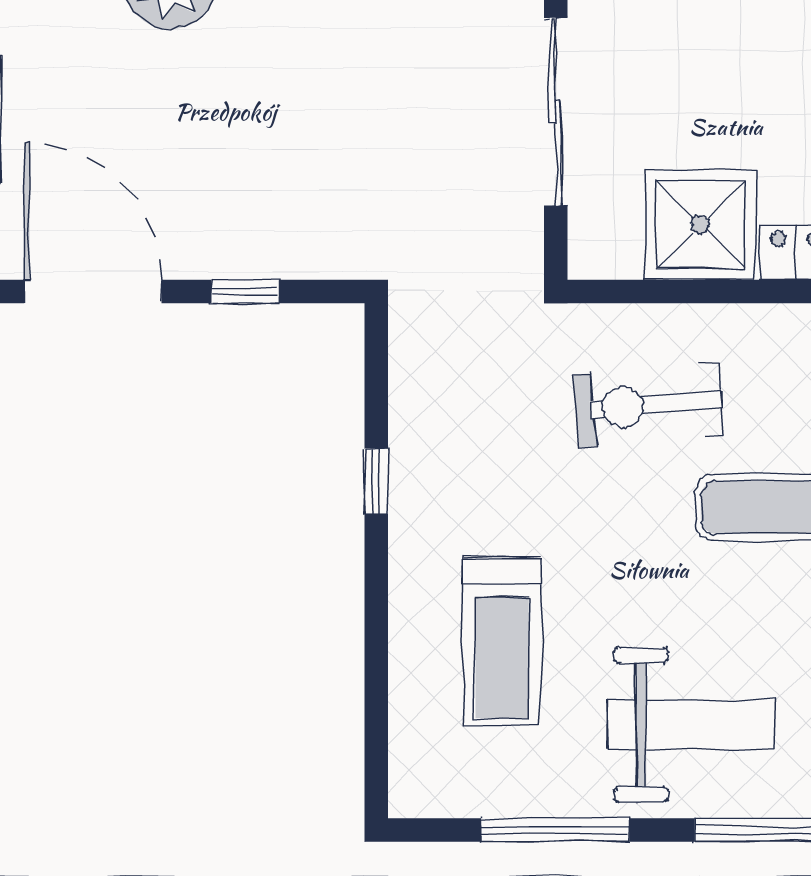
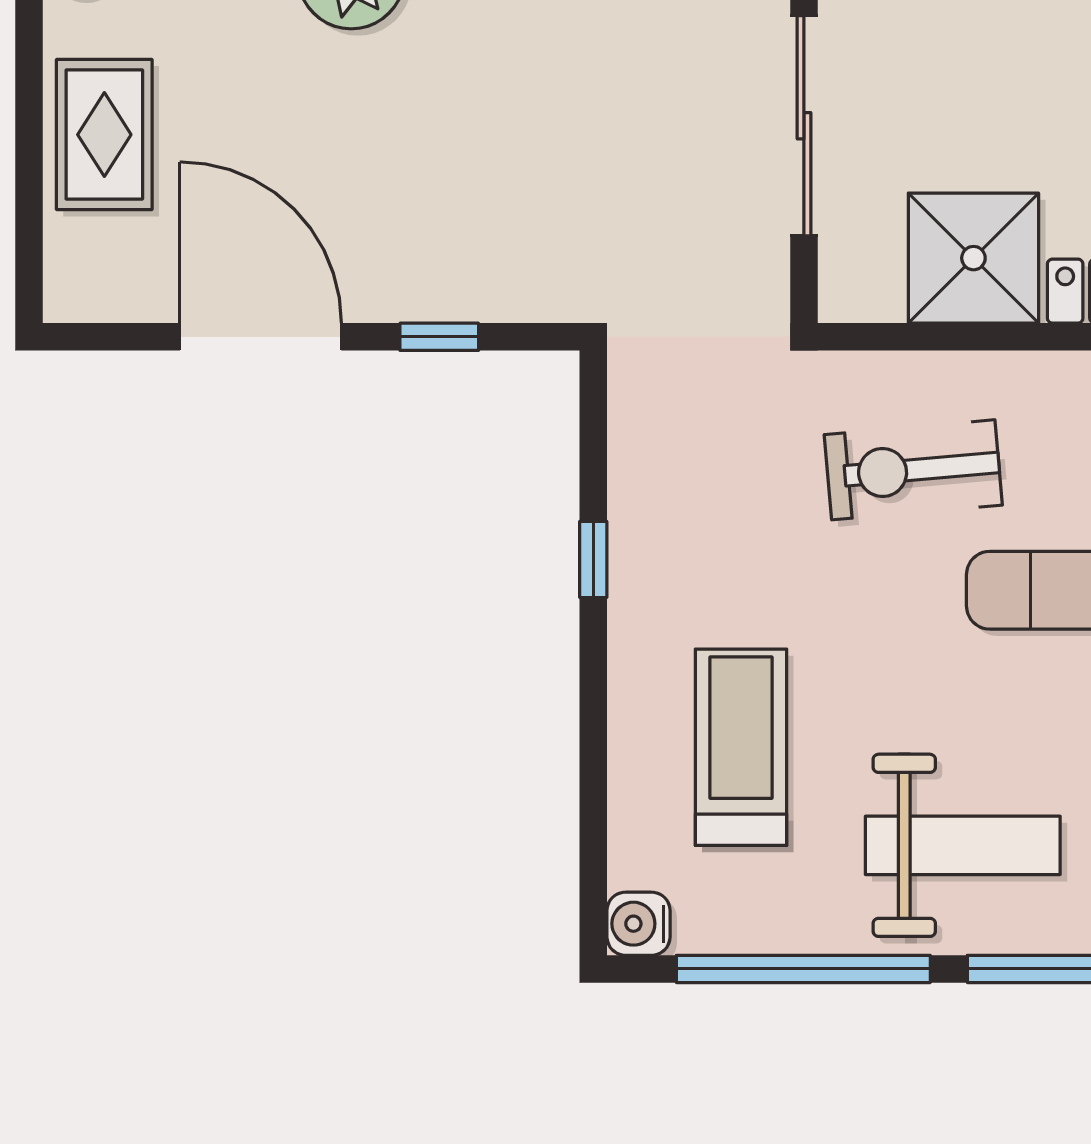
treadmill: (502, 641) -> (741, 747), turned 180
water cooler: (415, 791) -> (638, 924), added
window: (555, 830) -> (803, 969), width x1.46

